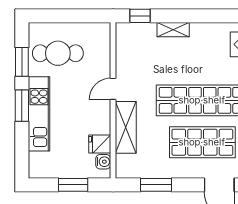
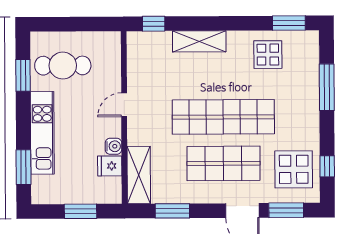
shelving: (173, 30) -> (199, 41), width x1.50, depth x1.33
window: (22, 106) -> (24, 167), moved
shelving: (126, 127) -> (139, 175), moved
water cooler: (103, 162) -> (113, 146), moved

